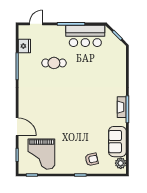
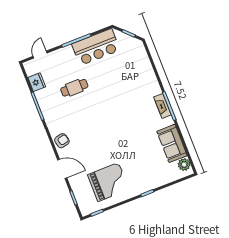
grand piano: (41, 154) -> (108, 182), moved, turned -90
armchair: (92, 159) -> (62, 141), moved

